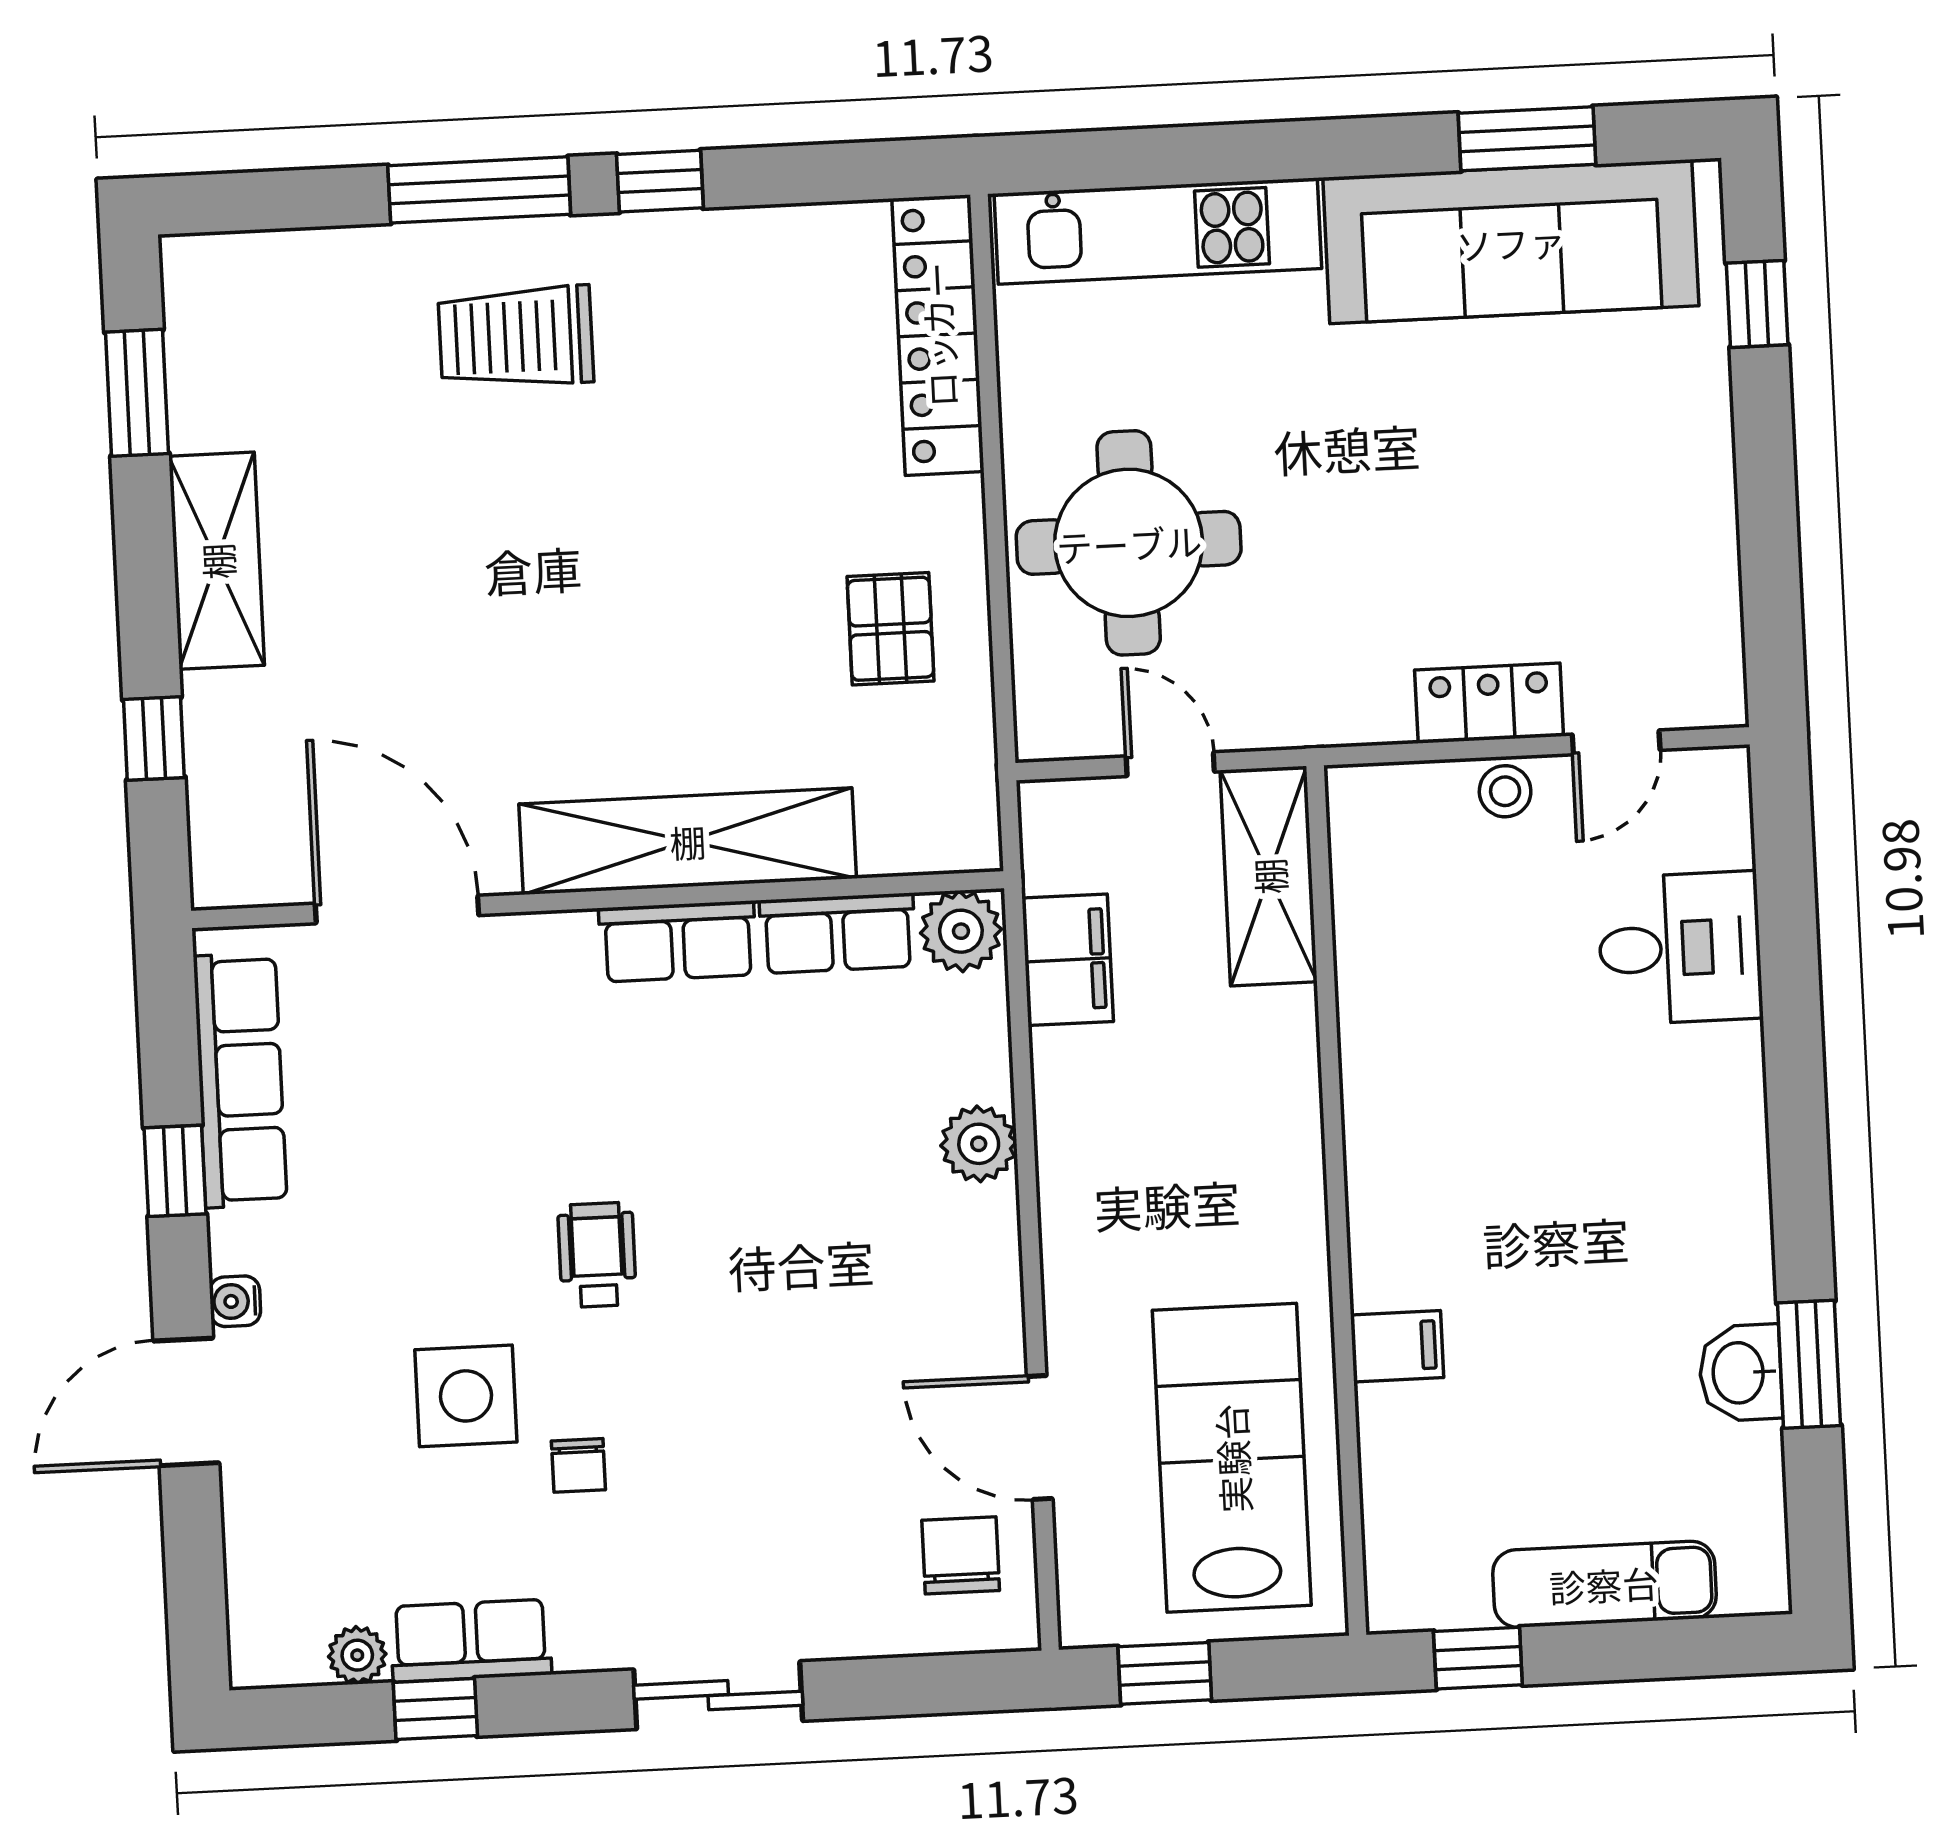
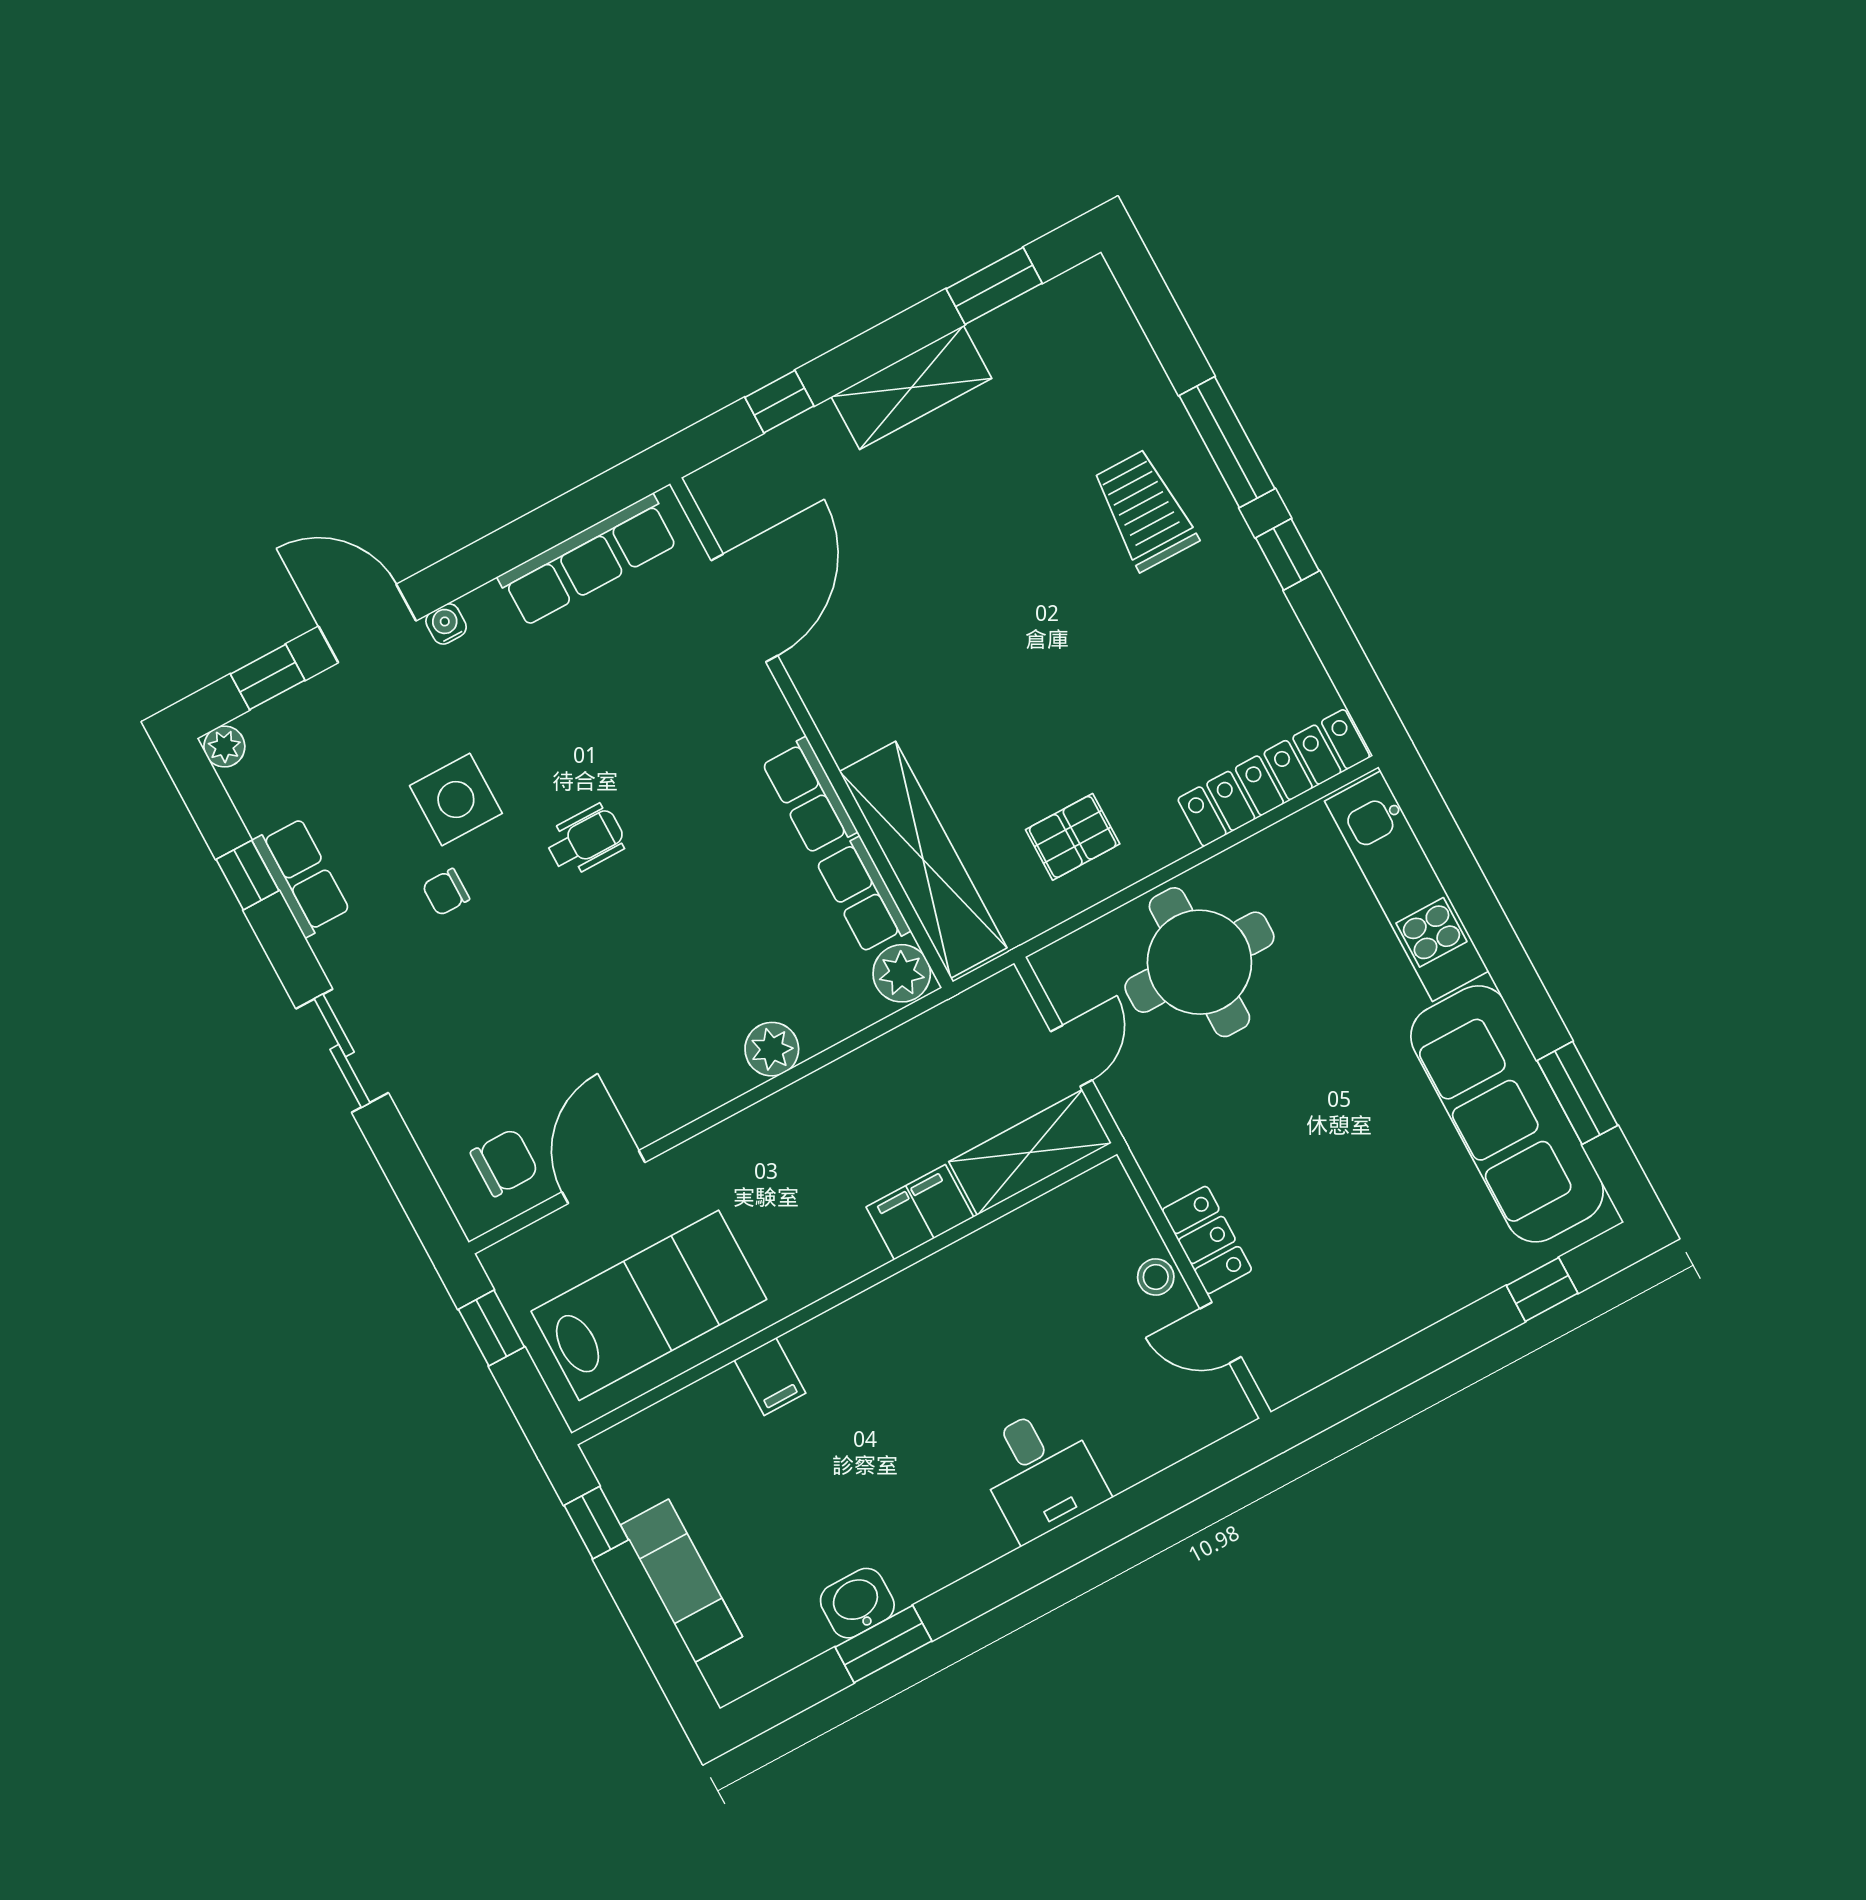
shelving: (688, 841) -> (923, 860), moved
desk: (1680, 948) -> (1040, 1473), moved
filing cabinet: (1068, 960) -> (920, 1212), moved, turned 180
window: (175, 1171) -> (268, 677), moved
plant: (357, 1655) -> (224, 747), moved

